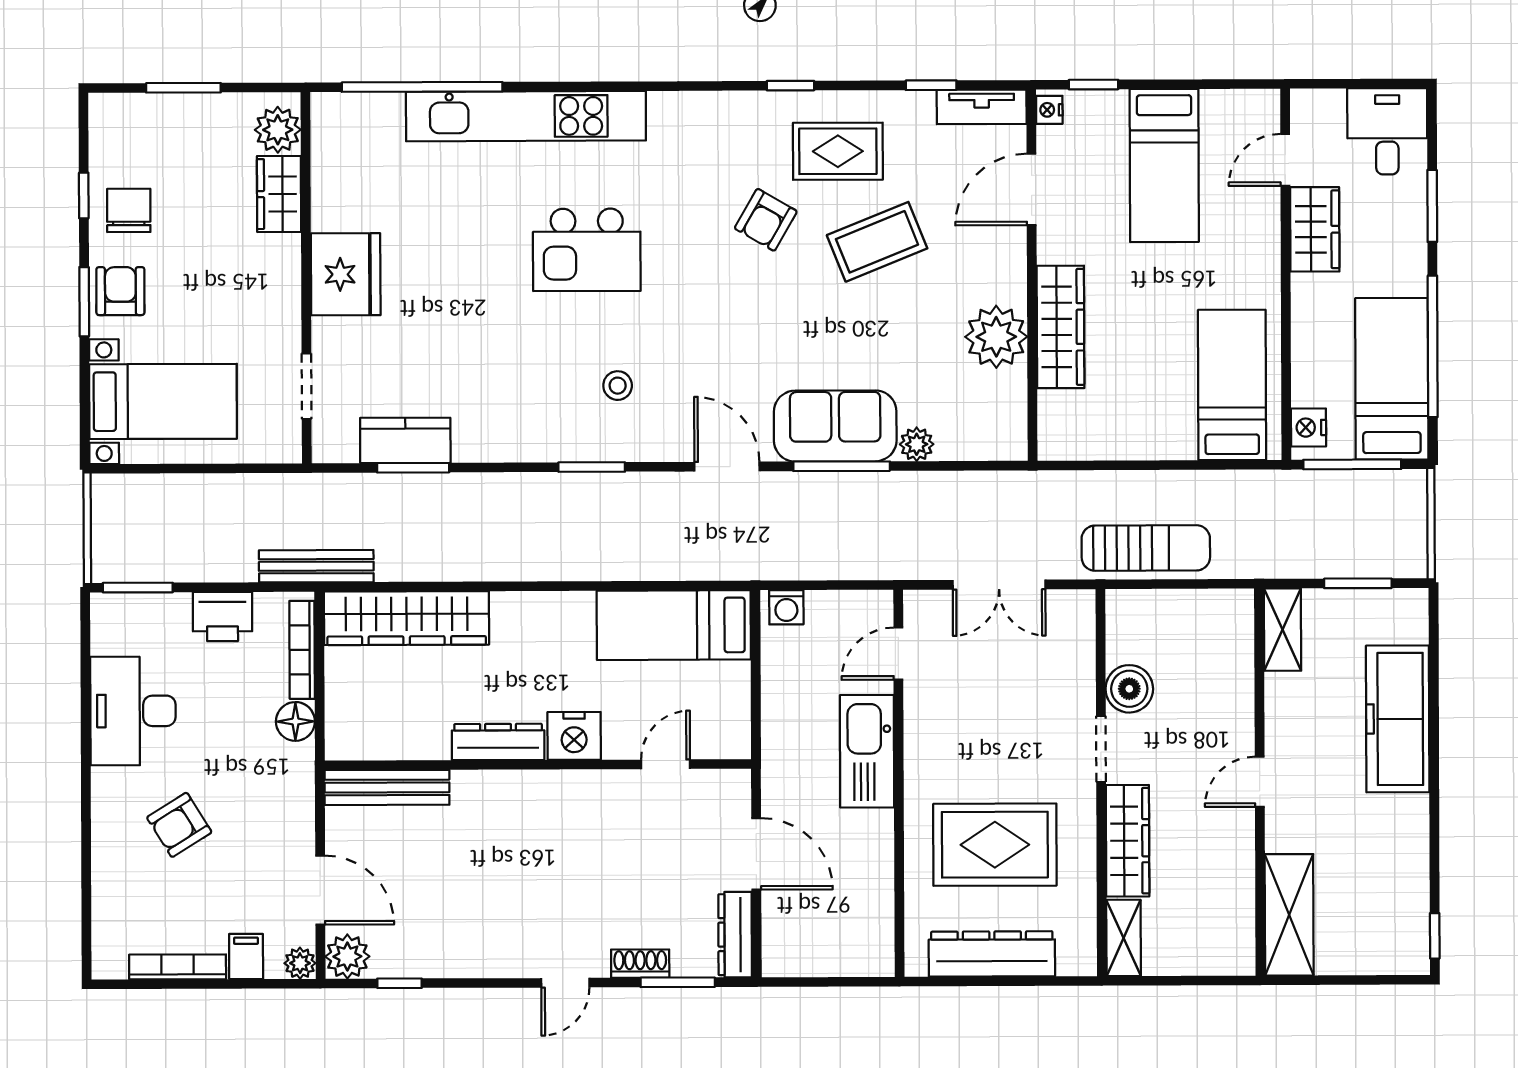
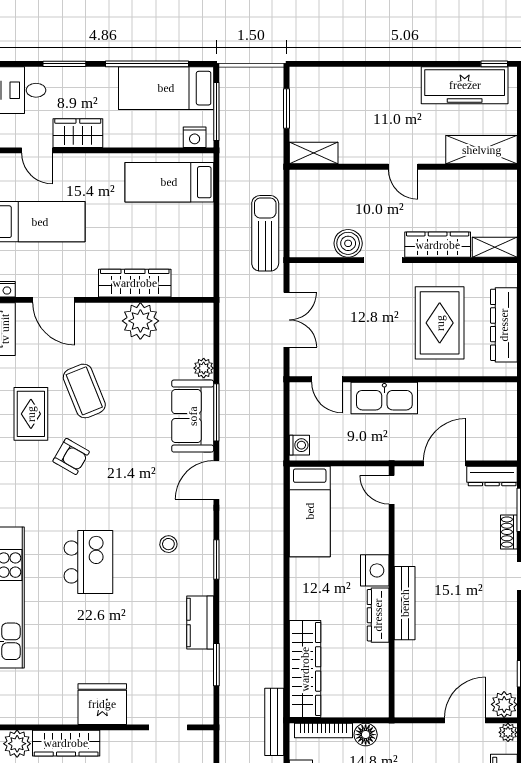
wardrobe: (279, 194) -> (66, 743), width x1.50
kitchen counter: (405, 440) -> (200, 622), moved
freezer: (1398, 719) -> (465, 85), moved
door: (666, 764) -> (392, 490), moved
bench: (387, 787) -> (405, 603), moved

